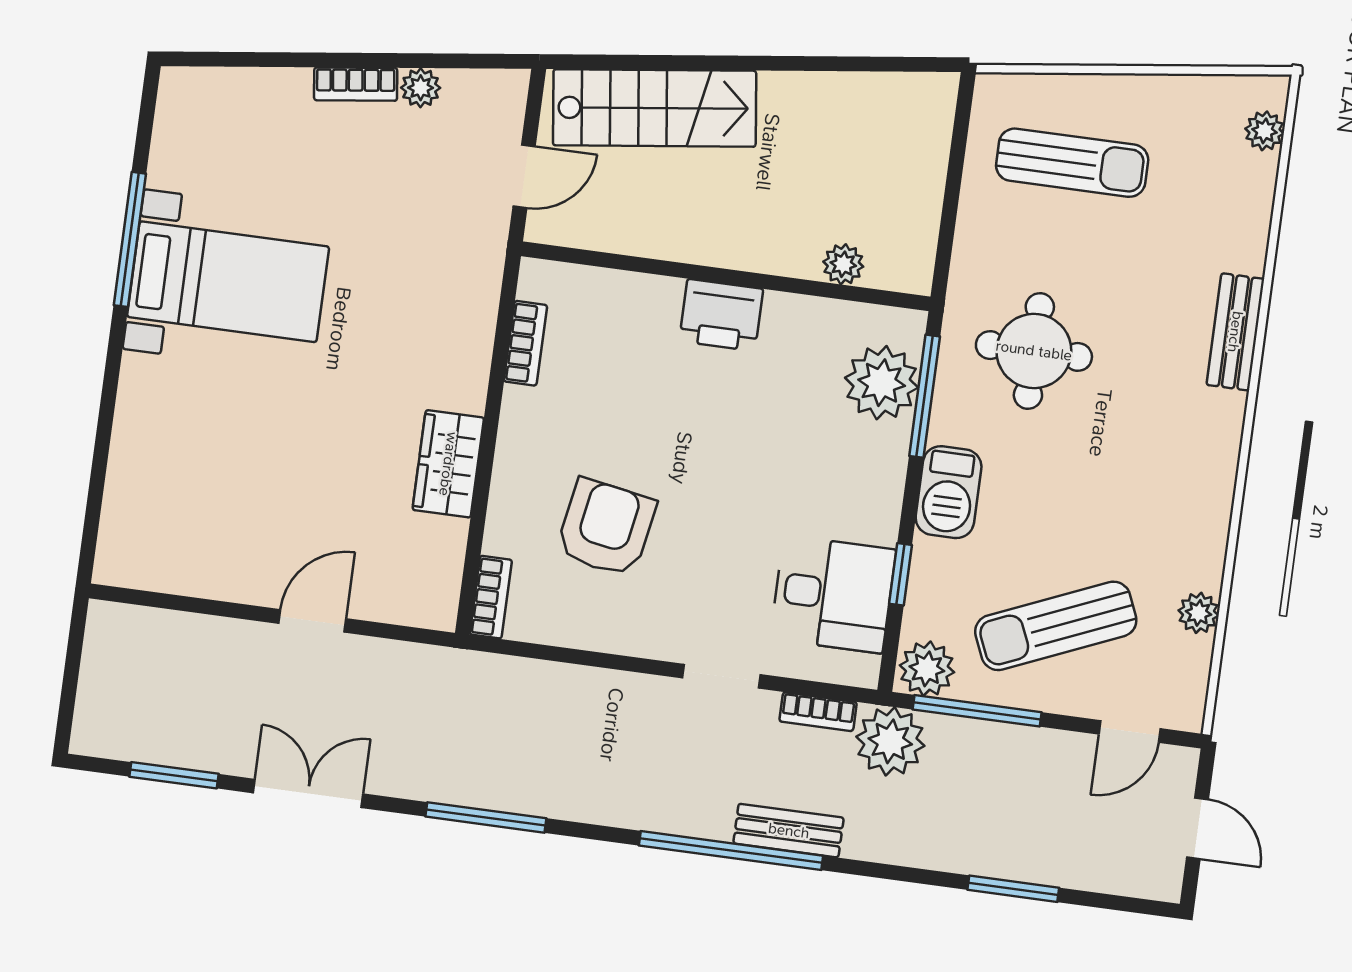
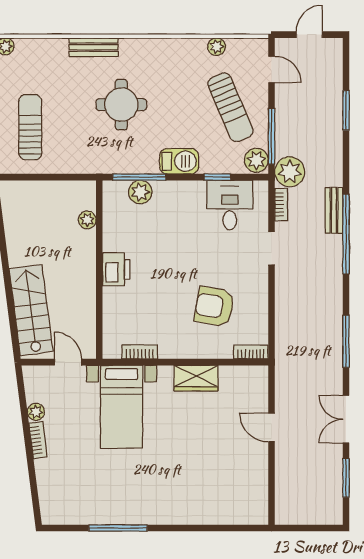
bed with nightstands: (228, 282) -> (122, 407), moved, turned 180
round table: (1034, 351) -> (121, 105), moved
plant: (882, 383) -> (140, 192), width x0.73, depth x0.73

